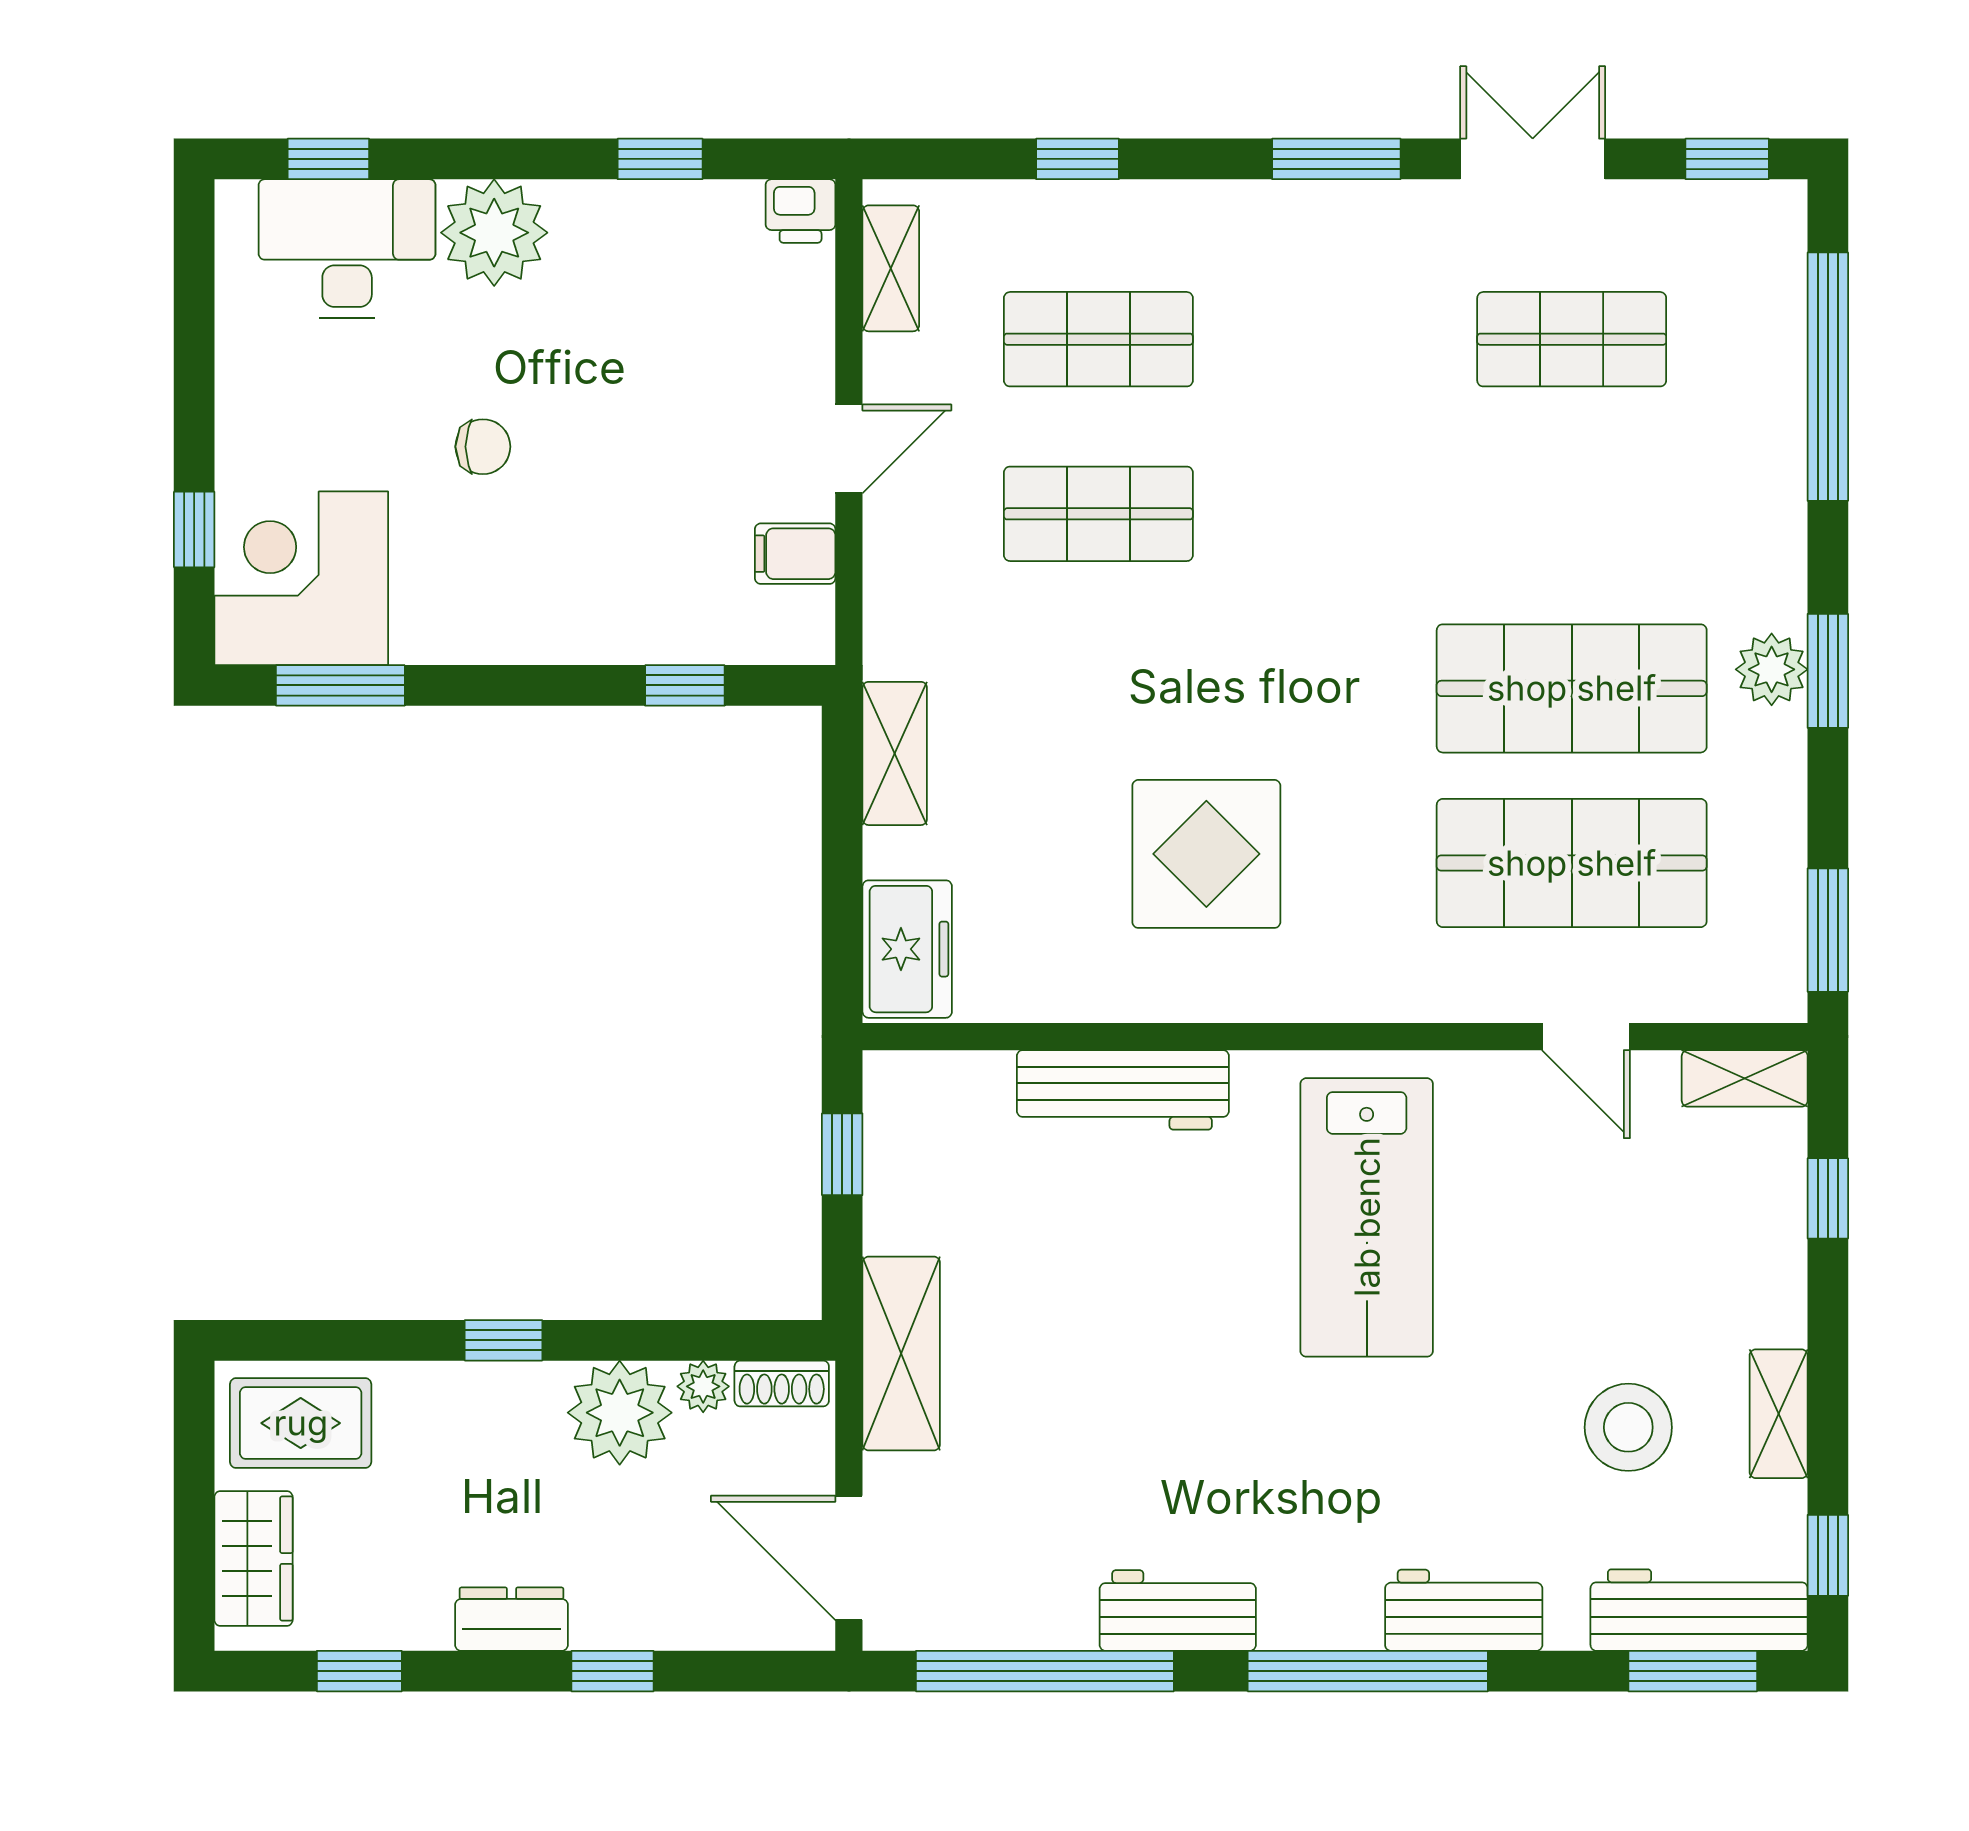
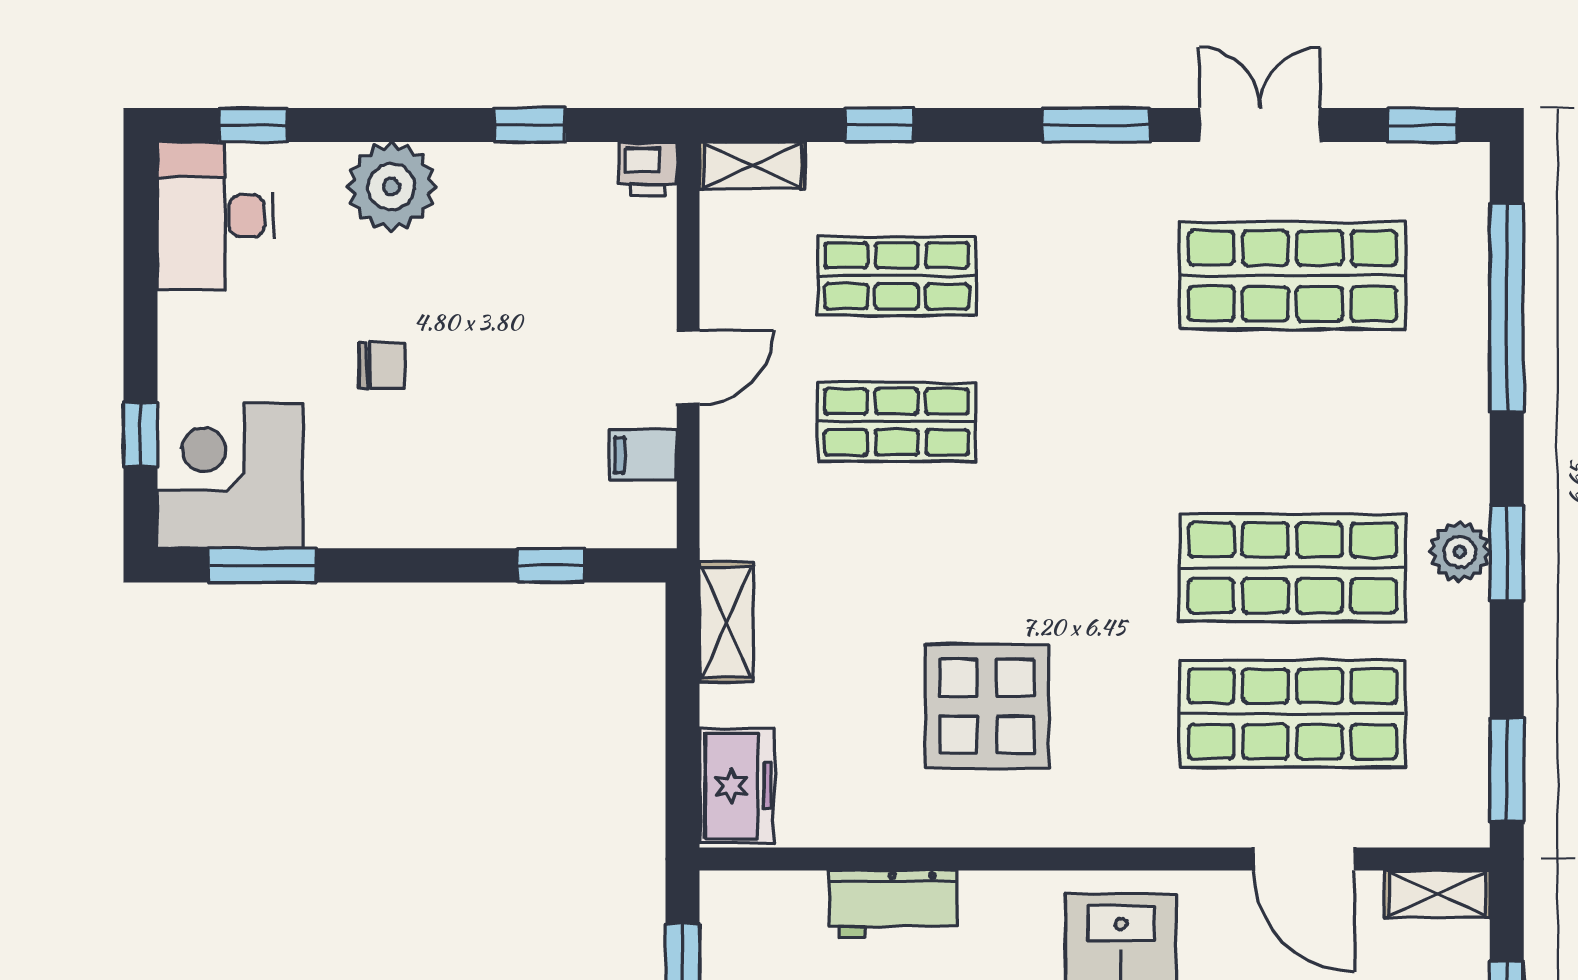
desk: (347, 249) -> (215, 216), moved, turned -90
shelving: (891, 268) -> (752, 166), moved, turned 90
shop shelf: (1572, 339) -> (1292, 276), width x1.43, depth x1.36
door: (1586, 1037) -> (1304, 859), width x1.38
workbench: (1123, 1090) -> (893, 904), width x0.73

